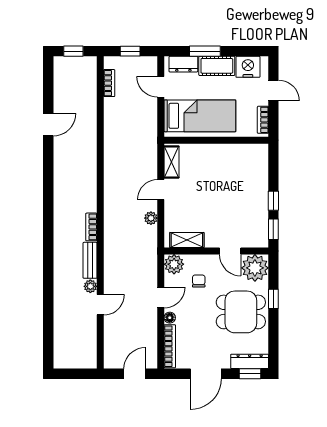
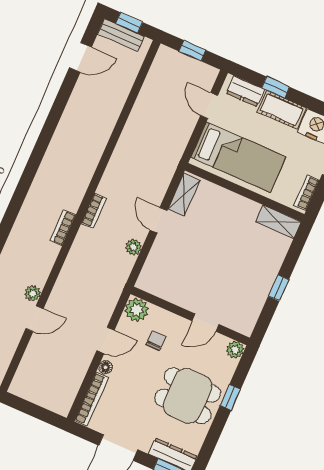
window: (205, 51) -> (276, 87), width x0.67
bookcase: (109, 83) -> (94, 211), moved
door: (48, 125) -> (80, 57), moved
door: (161, 190) -> (158, 220), hinge flipped
window: (273, 229) -> (264, 320), removed
shelving: (187, 240) -> (278, 222), moved
door: (230, 251) -> (205, 323), hinge flipped
bench: (90, 260) -> (121, 35), moved, turned 90
plant: (255, 268) -> (235, 350), width x0.53, depth x0.53
door: (135, 374) -> (39, 412), removed

